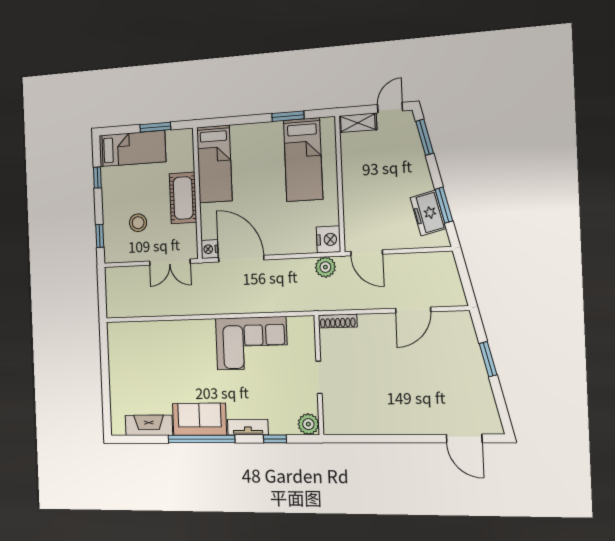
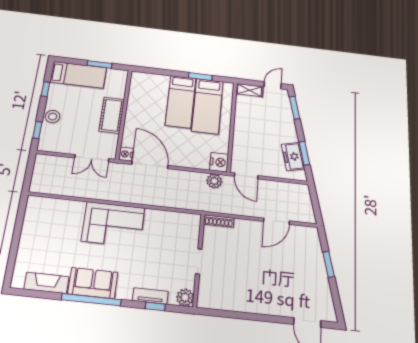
bed: (214, 164) -> (181, 102), moved
stool: (138, 223) -> (53, 117), moved
corner sofa: (252, 343) -> (113, 224), moved
tv unit: (248, 427) -> (150, 296), moved

